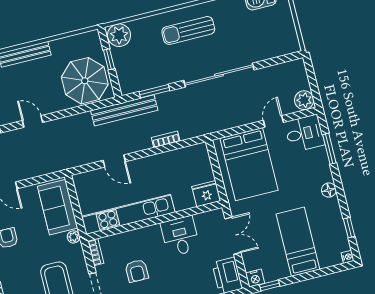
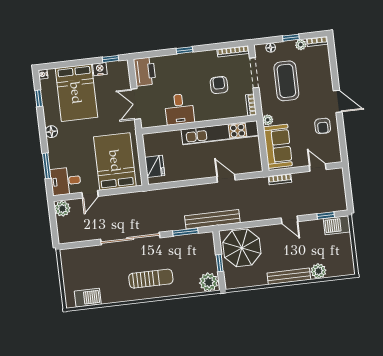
bookcase: (166, 139) -> (280, 179), moved
fridge: (206, 194) -> (155, 166), moved, turned -90
bed: (298, 242) -> (76, 93), width x1.50
nightstand: (255, 278) -> (100, 69), moved

